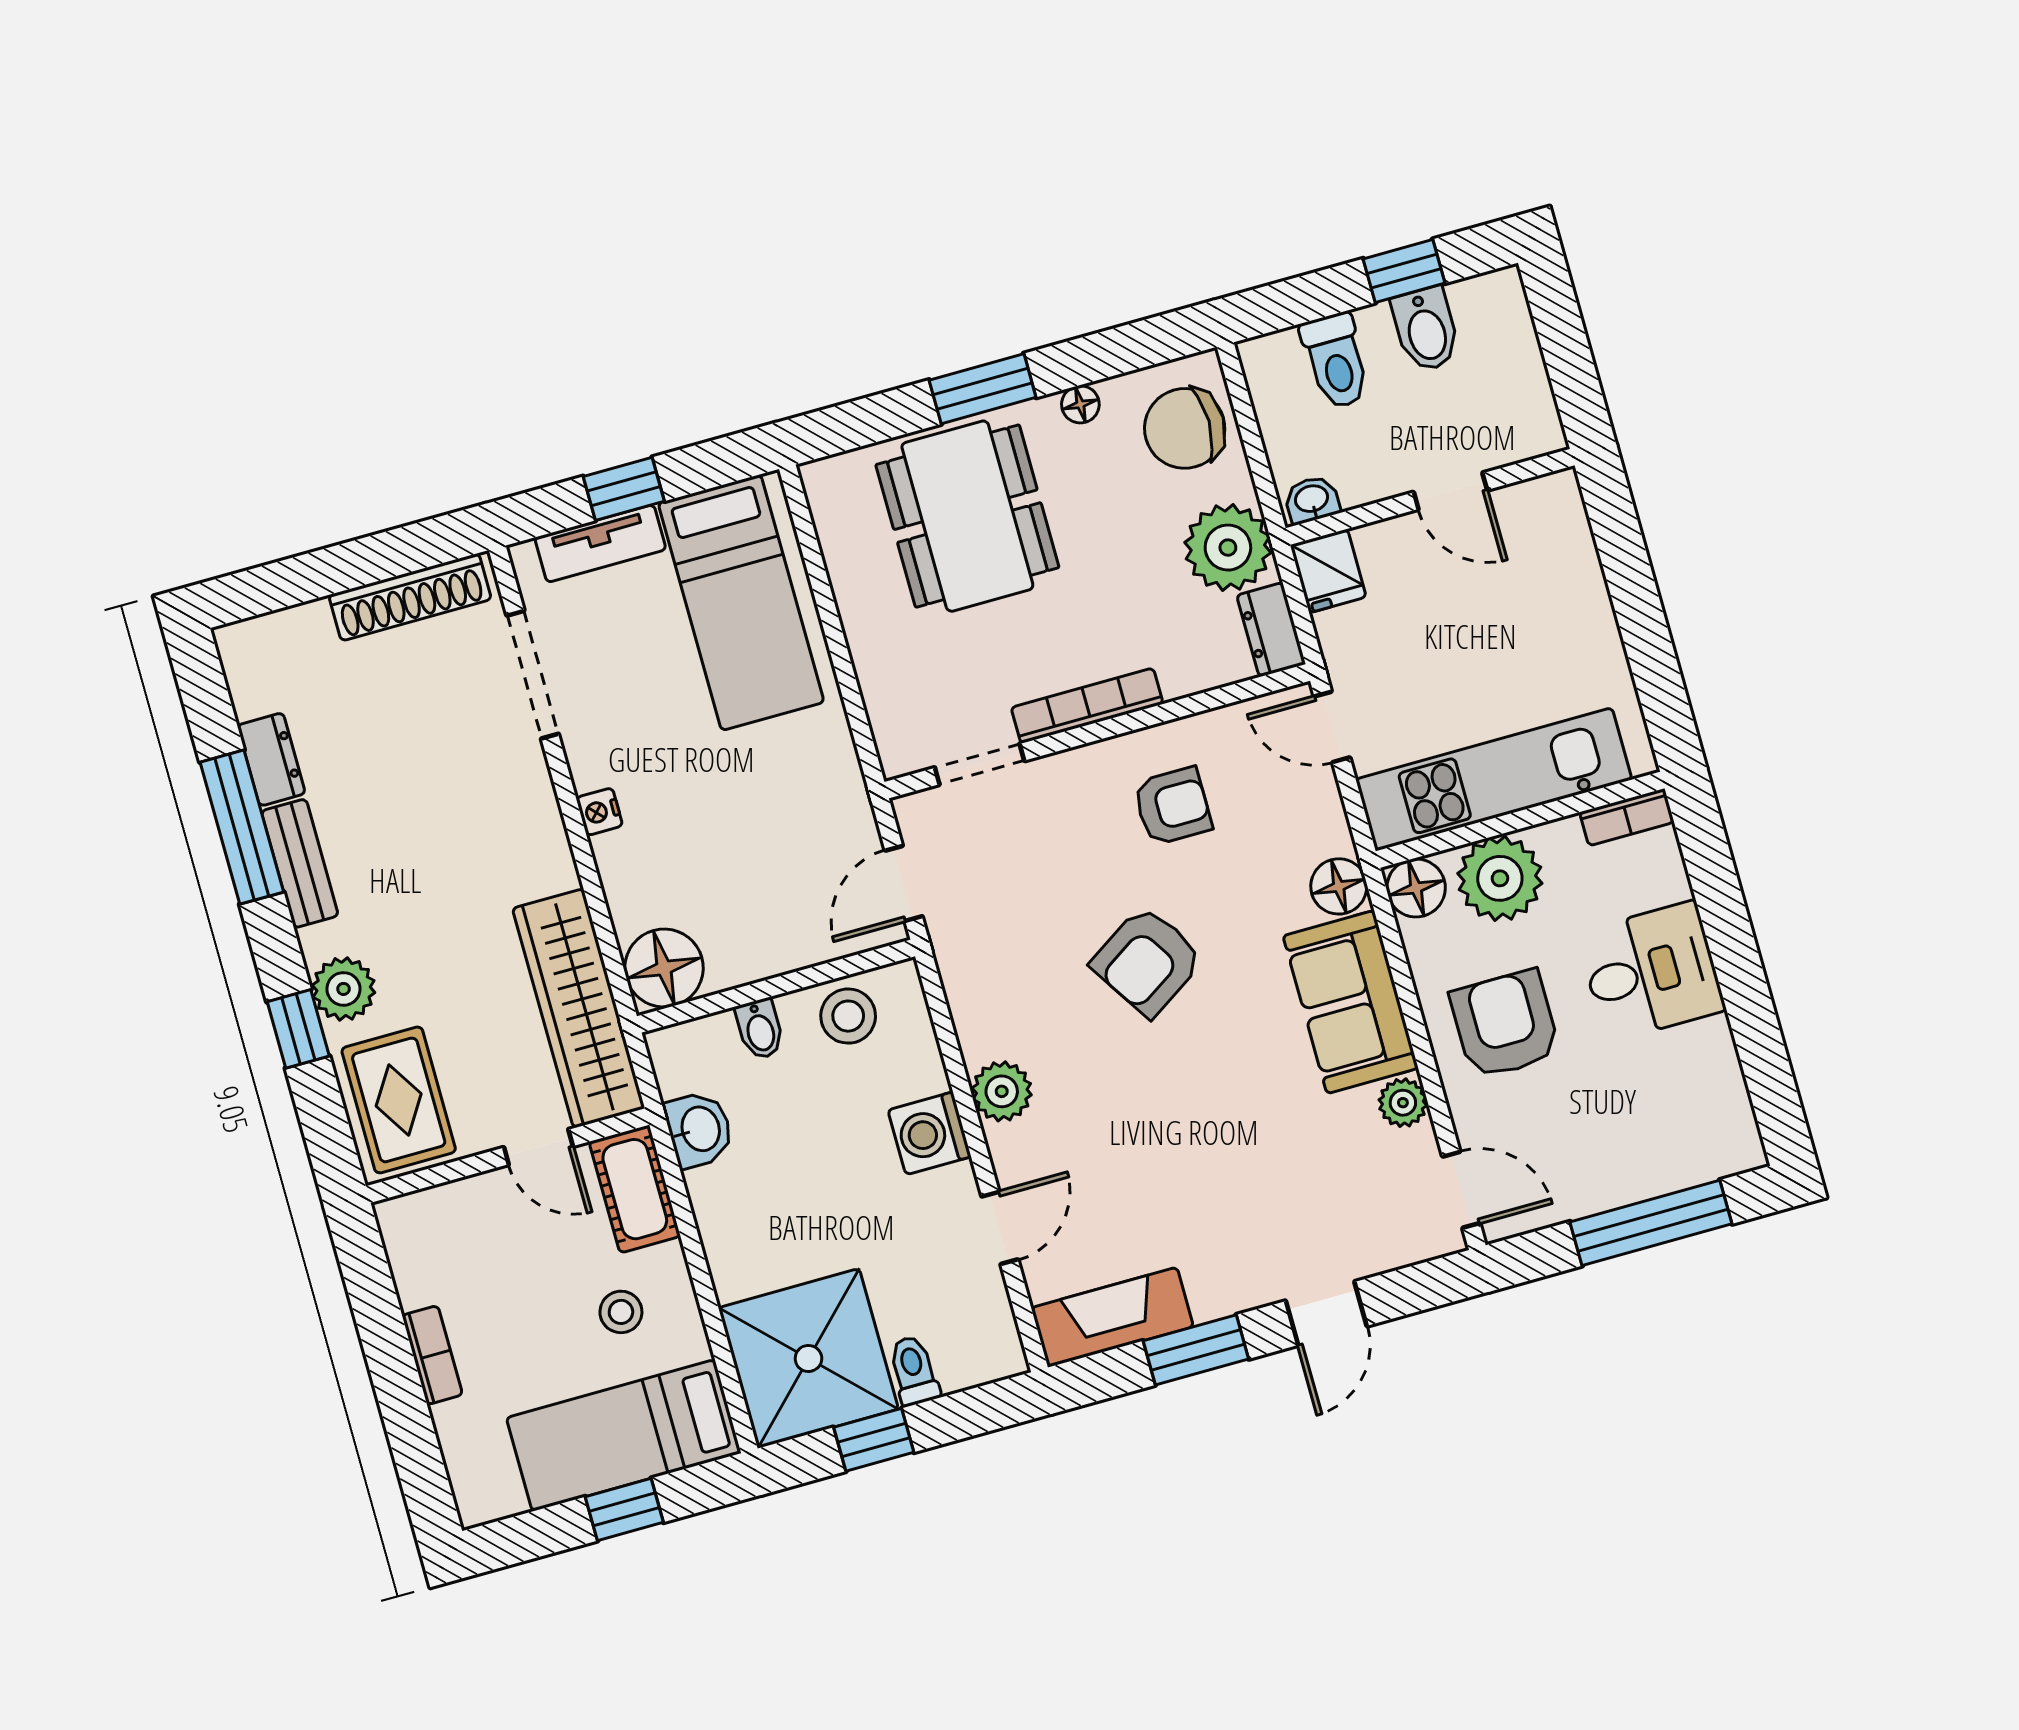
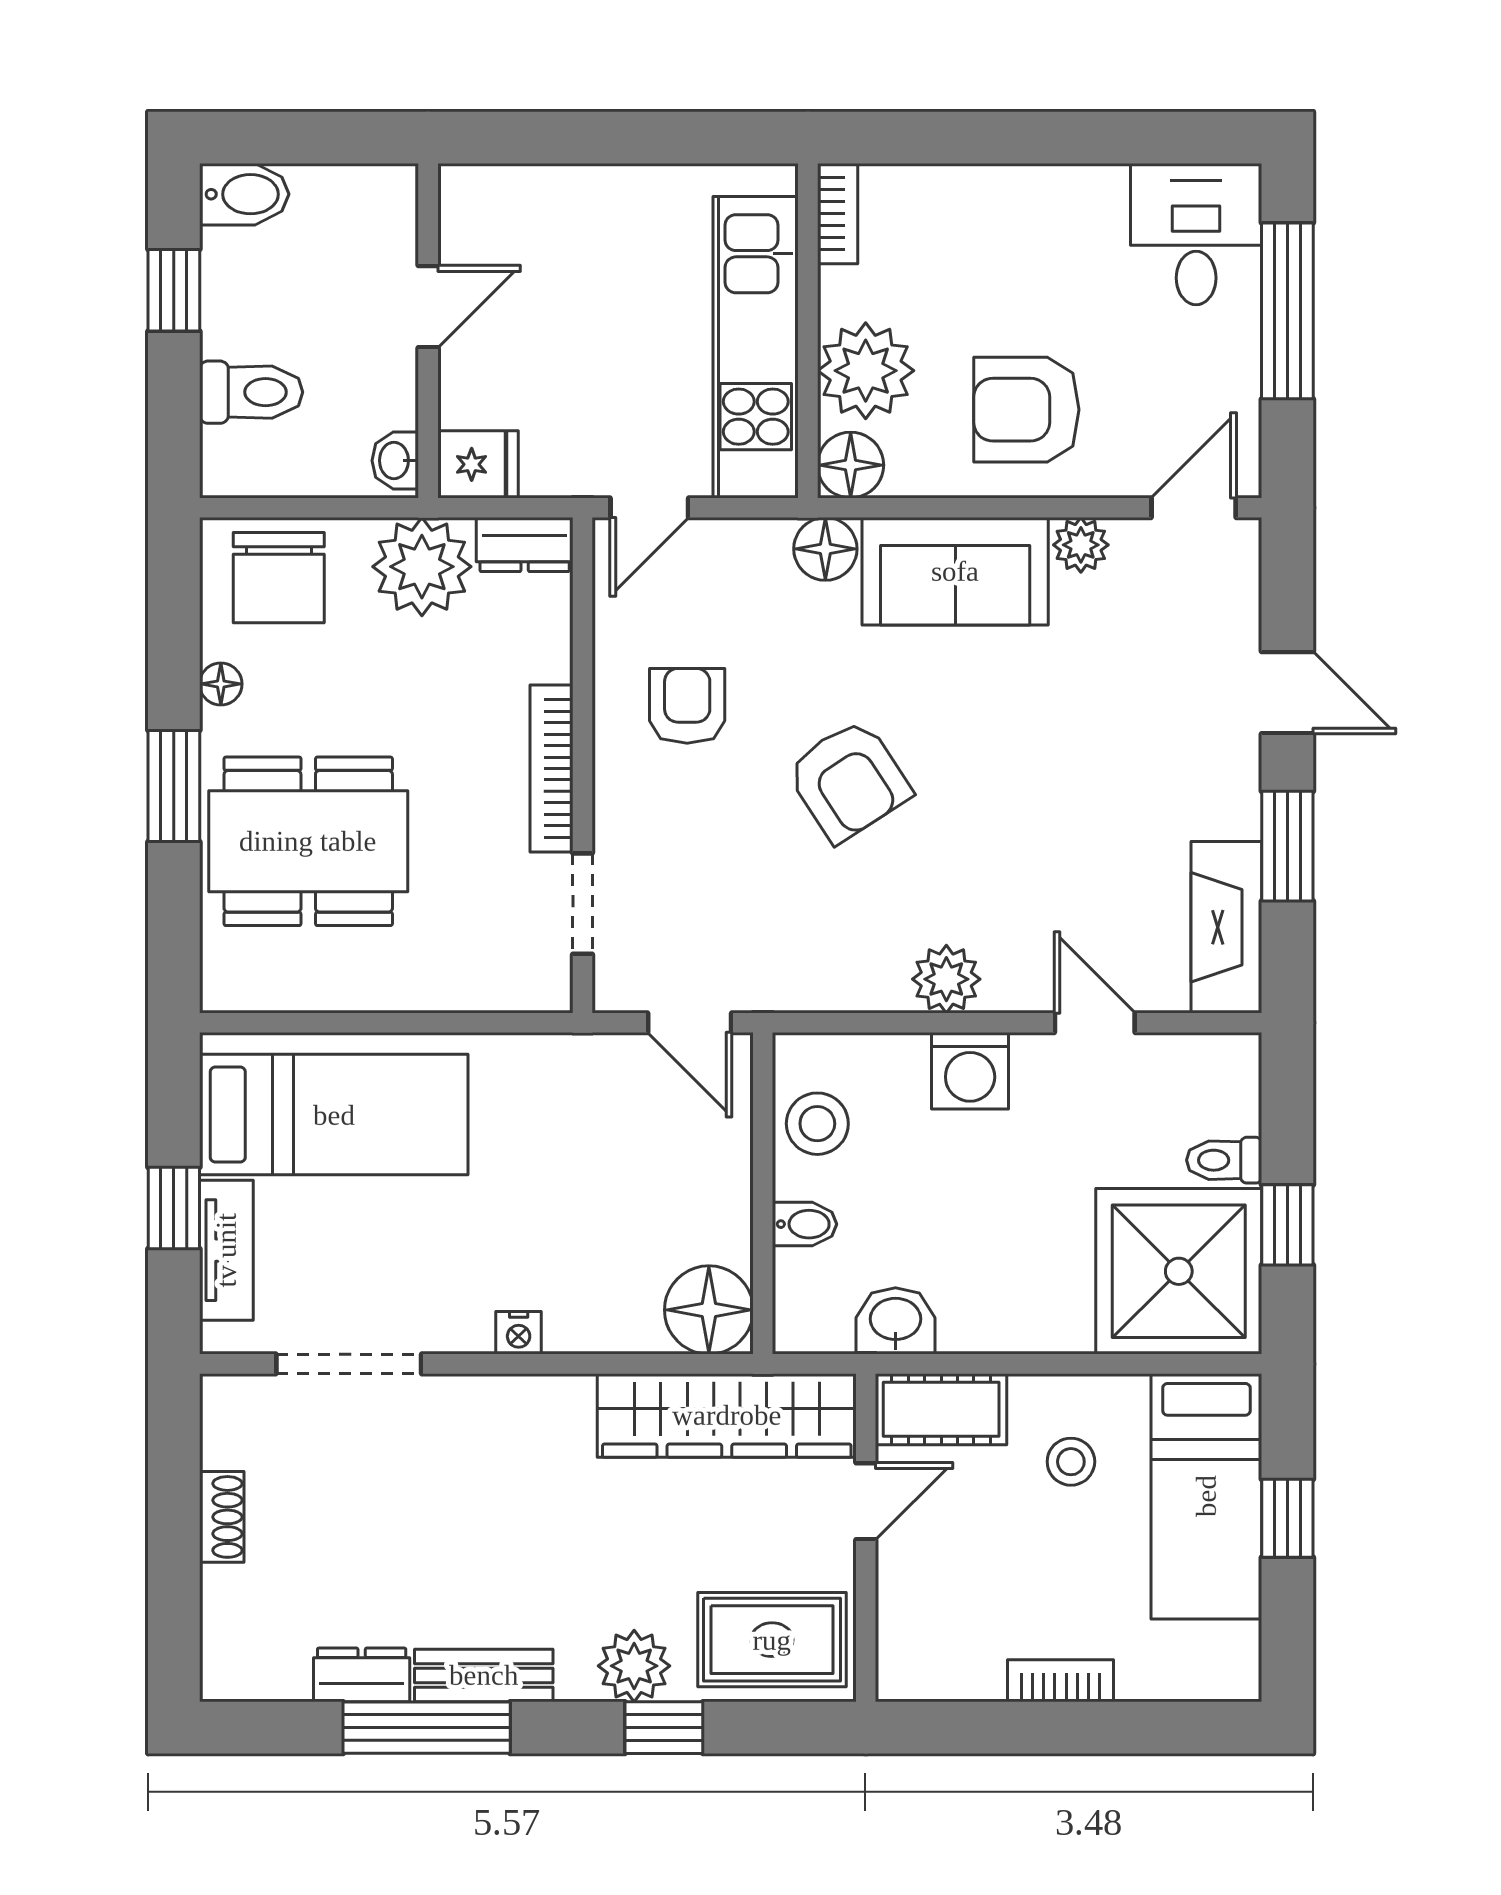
bidet: (1426, 329) -> (244, 194), moved
shoe rack: (410, 597) -> (222, 1517), width x0.51, depth x0.81
desk: (1651, 971) -> (1196, 234), moved

